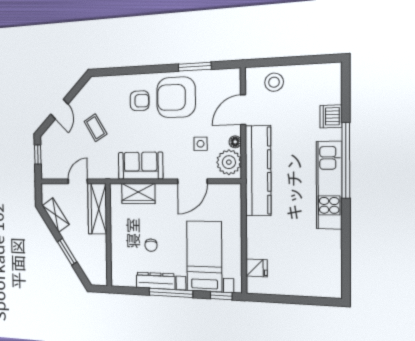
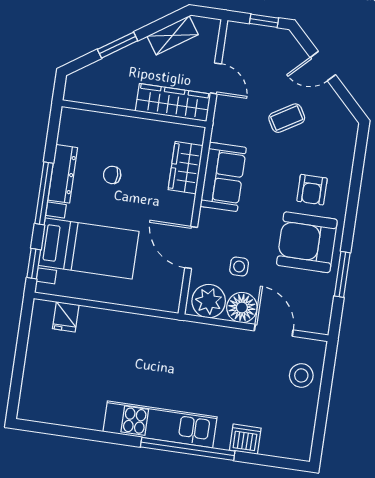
armchair: (176, 97) -> (307, 242), turned -90
floor lamp: (235, 142) -> (242, 308), width x1.89, depth x1.89
kitchen counter: (258, 171) -> (192, 338), removed

